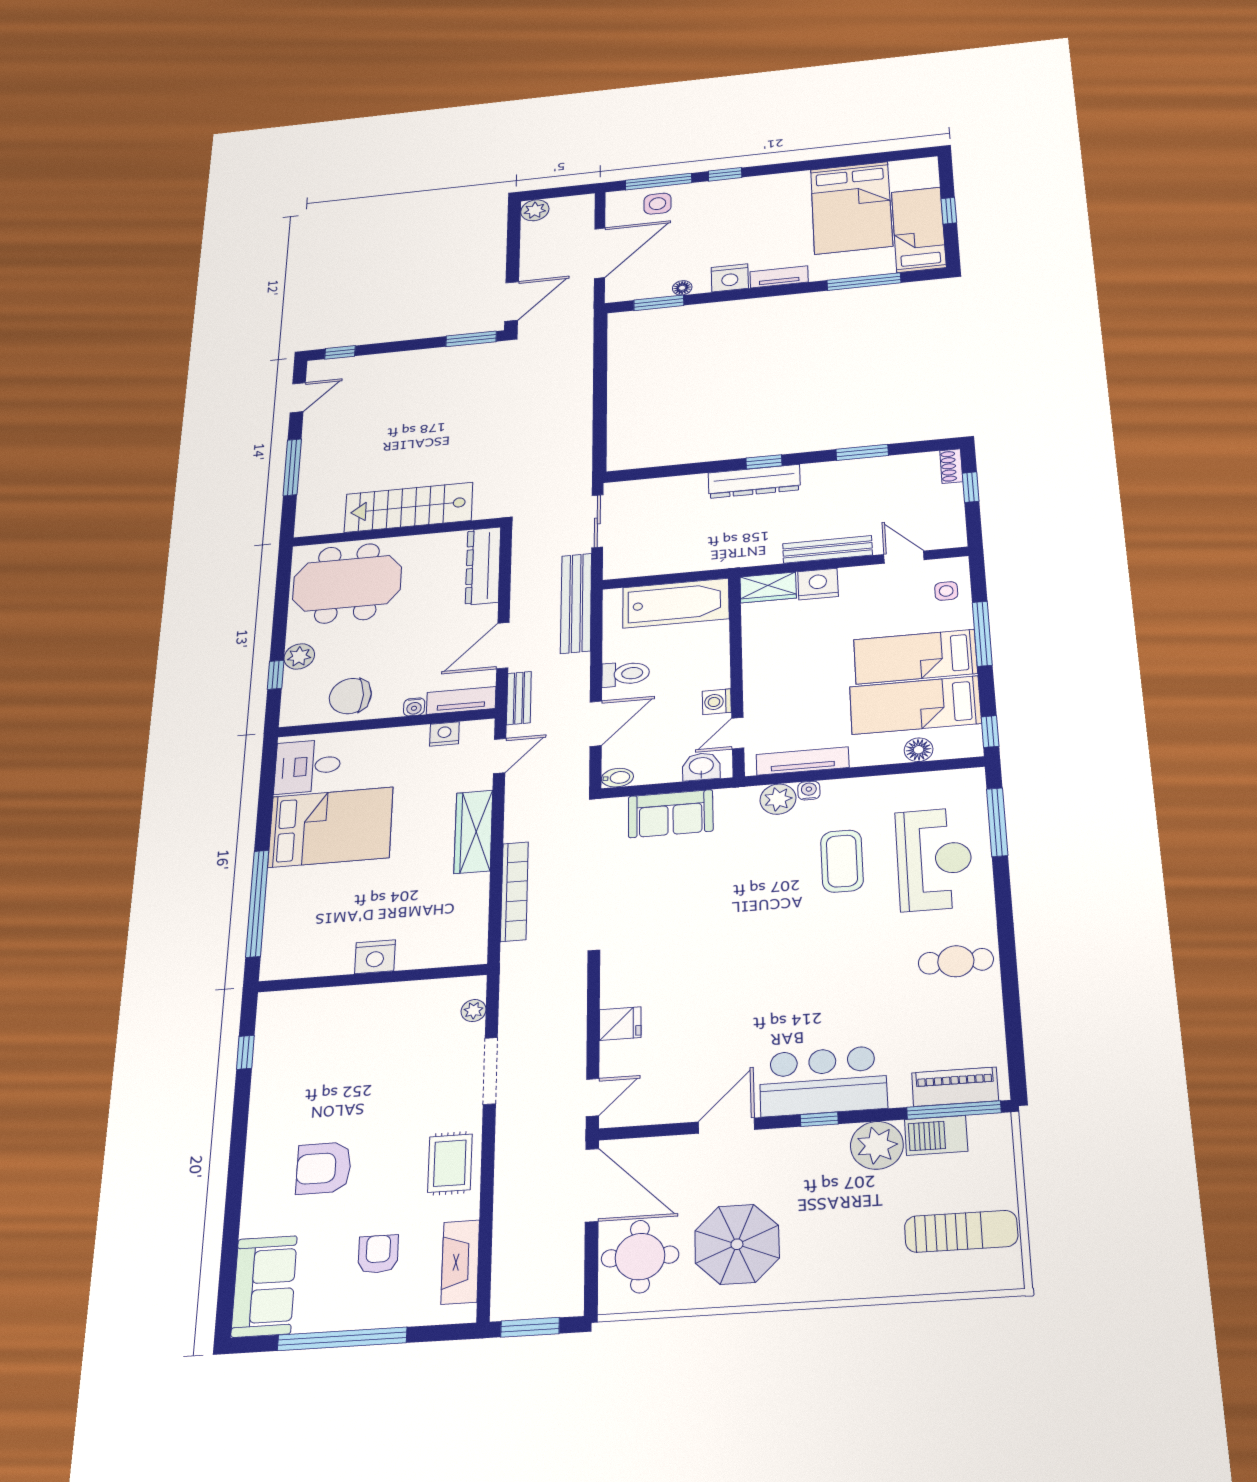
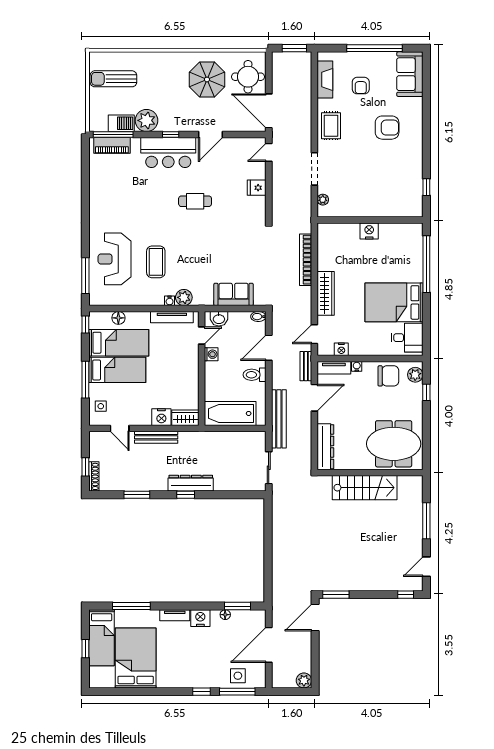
shoe rack: (951, 466) -> (94, 476), width x1.43
plant: (299, 656) -> (415, 375), moved
cafe table: (956, 961) -> (195, 201), moved

